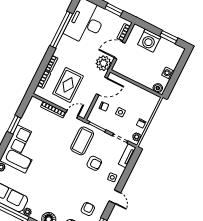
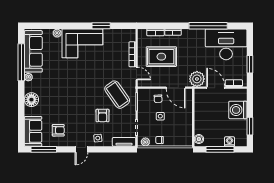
washing machine: (168, 73) -> (229, 141), moved
window: (176, 74) -> (220, 149), added
coffee table: (82, 141) -> (117, 95), turned 55

